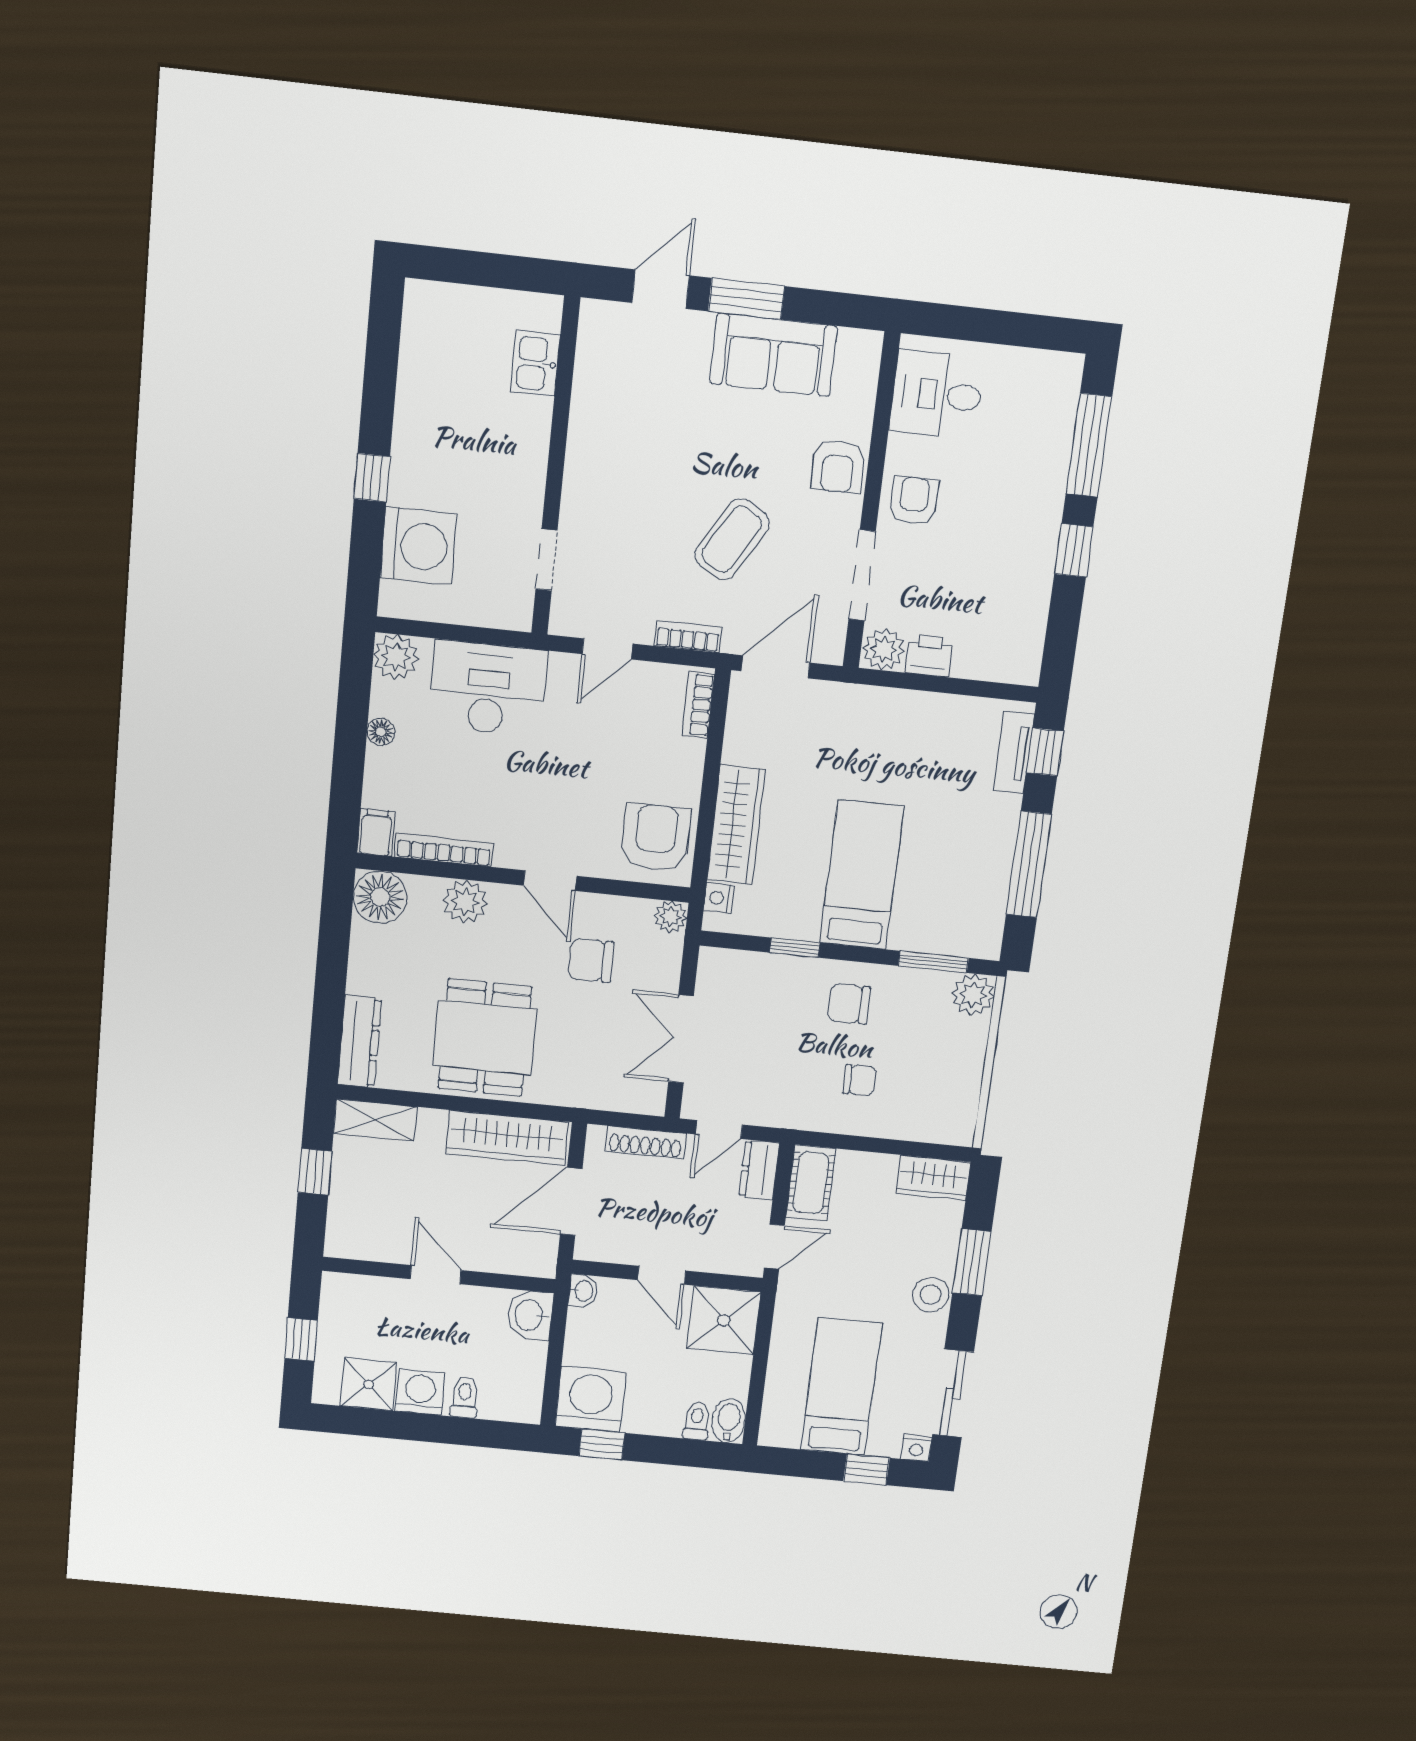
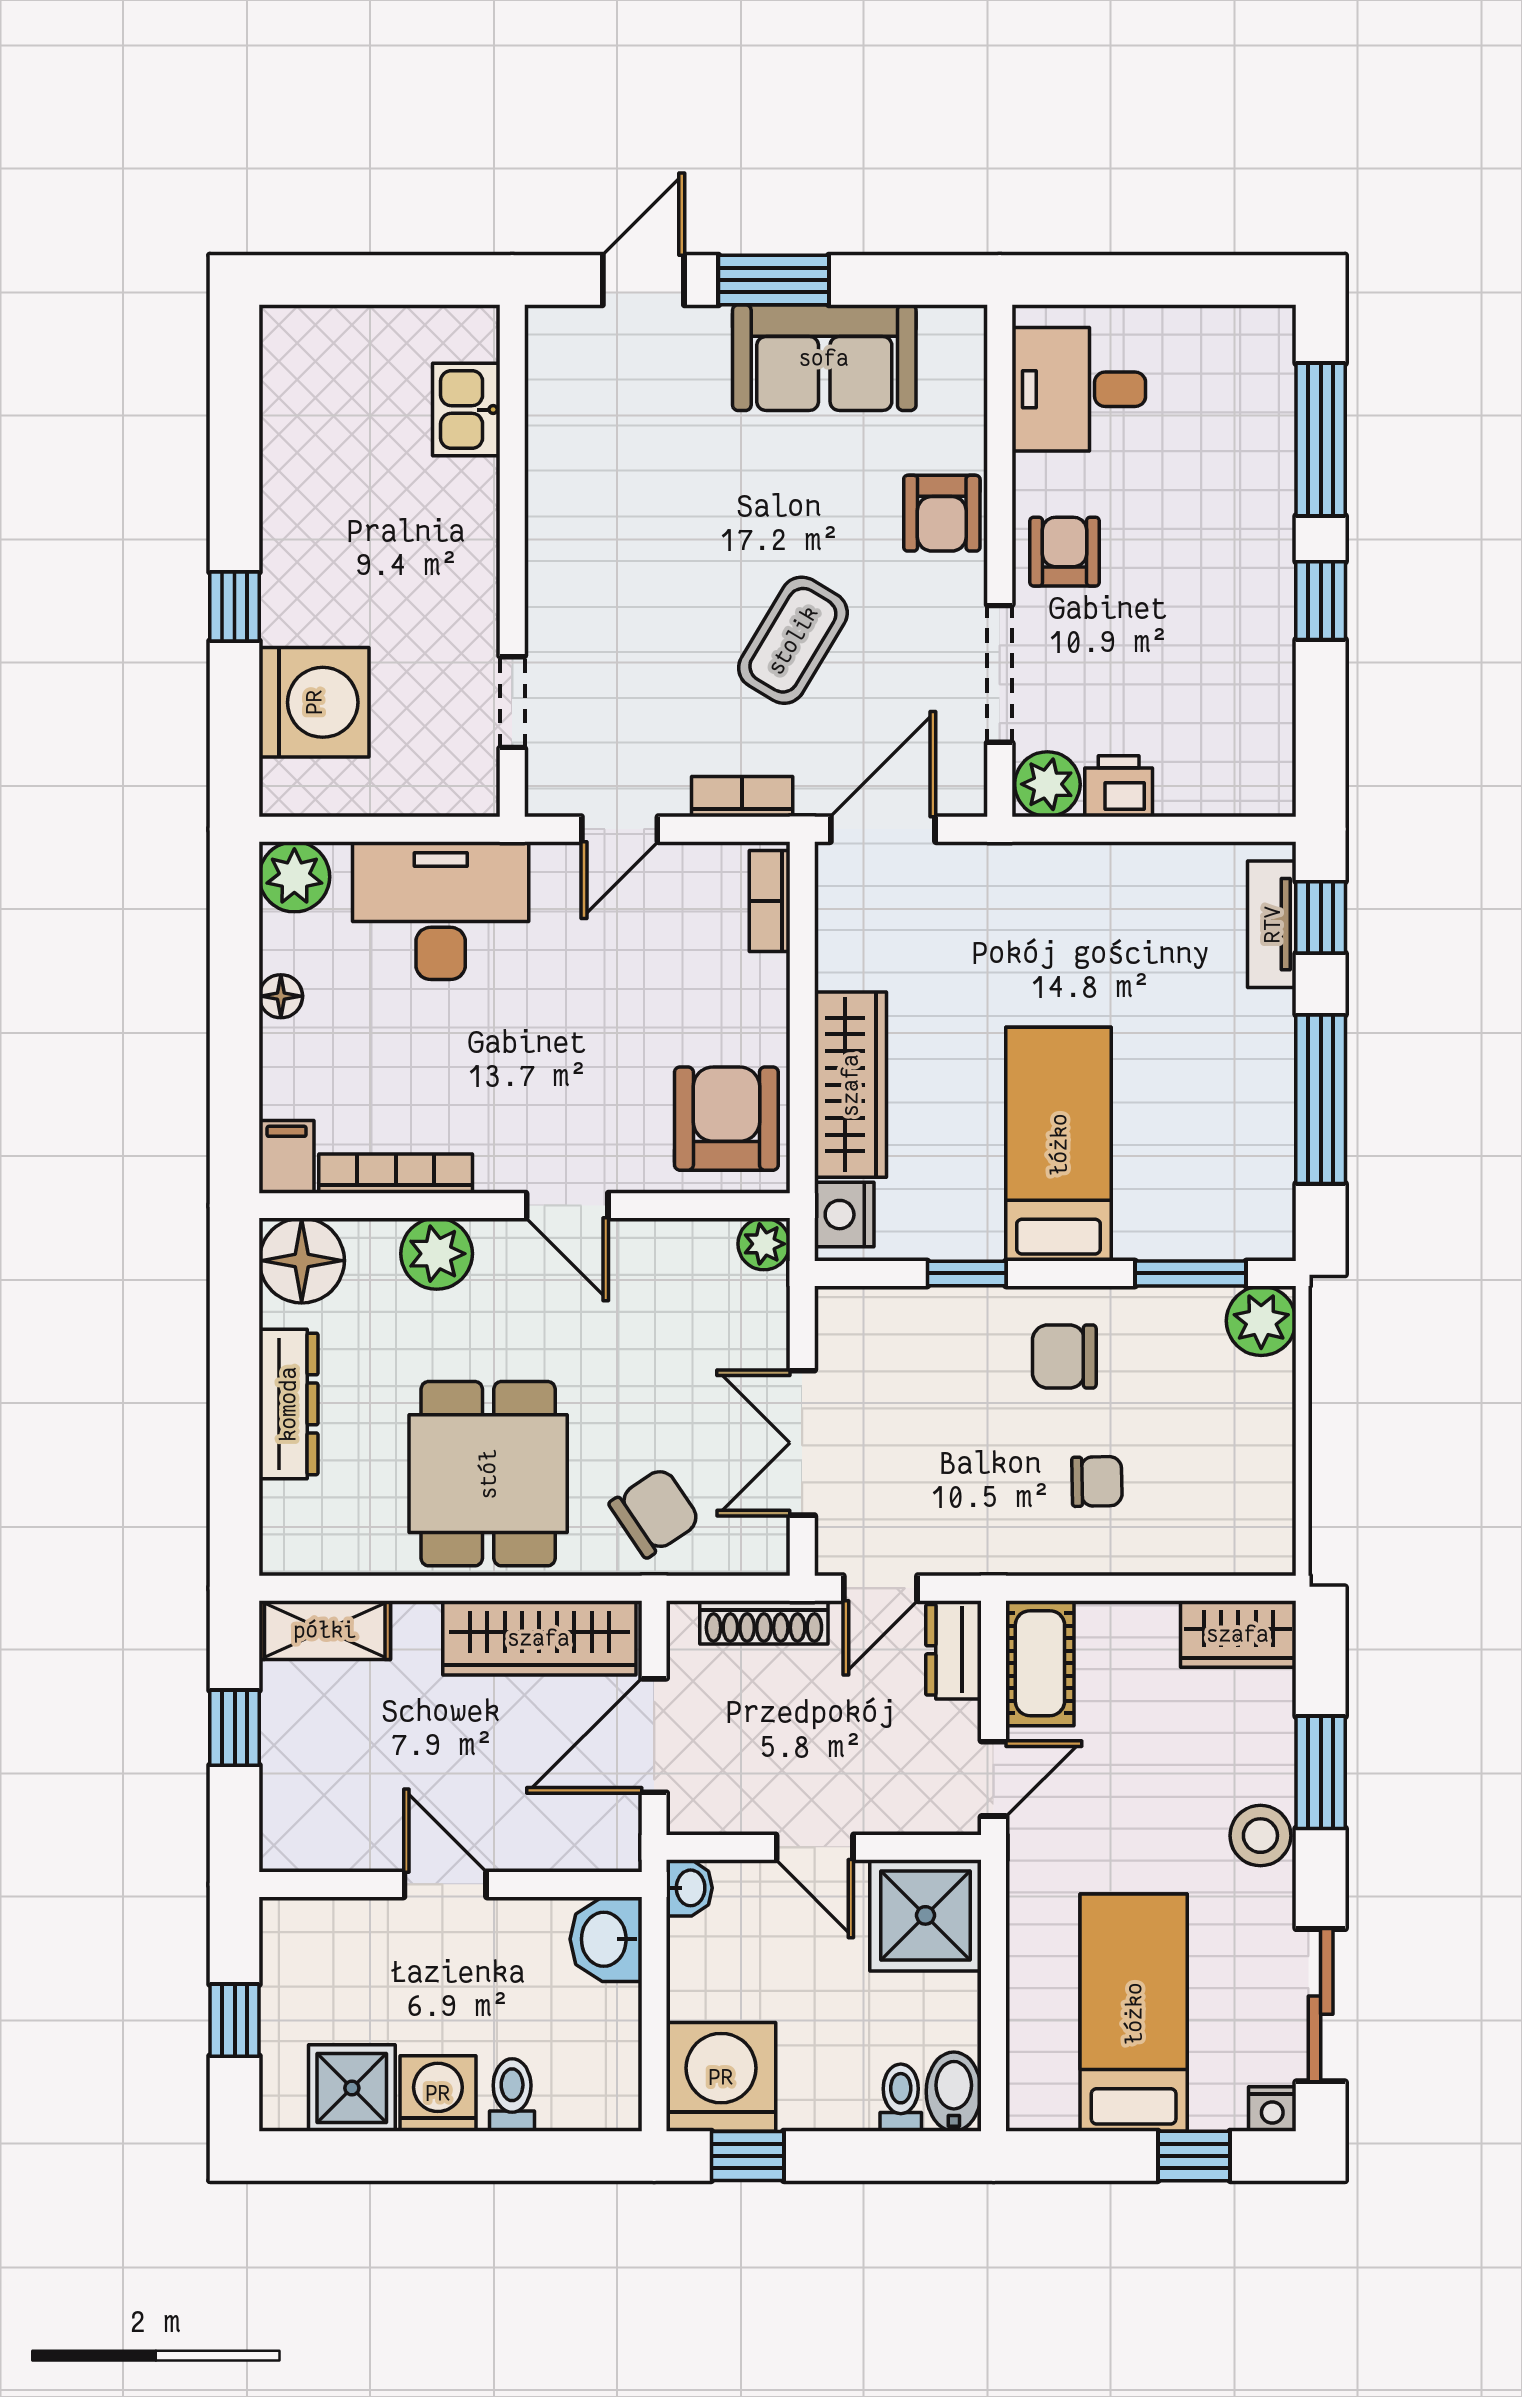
nightstand: (719, 898) -> (844, 1215), width x1.39, depth x1.35
chair: (591, 960) -> (655, 1512), moved, turned 146
dresser: (359, 1042) -> (288, 1404), moved

